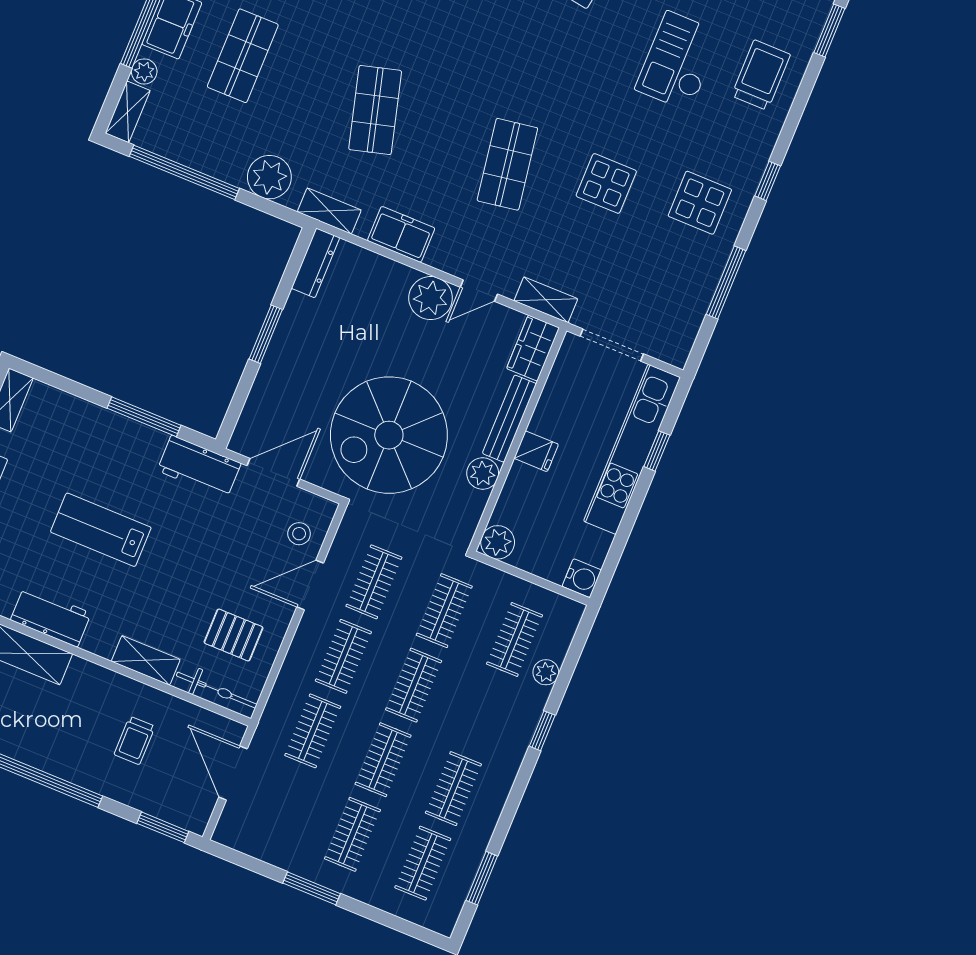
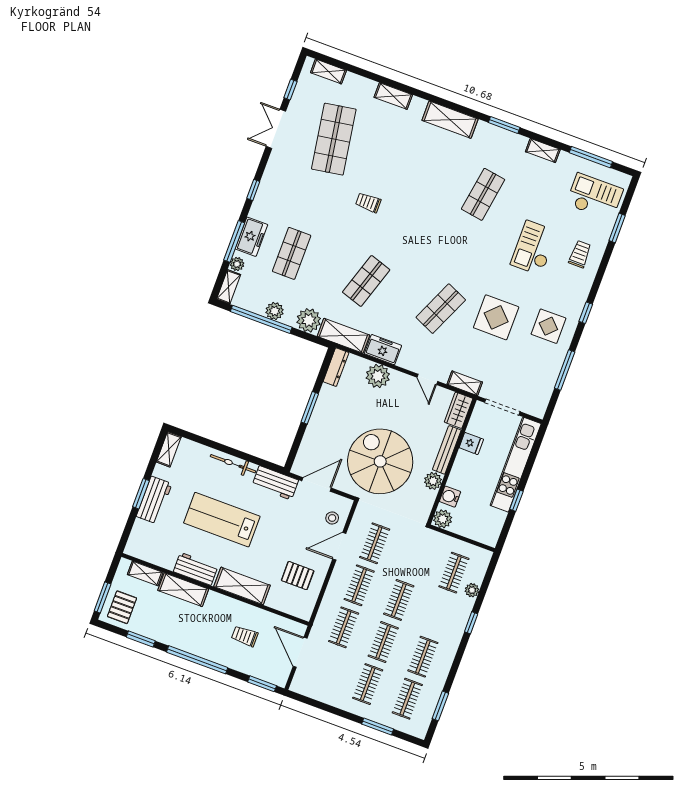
trolley: (761, 75) -> (580, 254), width x0.73, depth x0.72
shop shelf: (375, 110) -> (366, 281), turned 33
plant: (209, 158) -> (275, 311), added
shop shelf: (507, 164) -> (441, 309), turned 33
display table: (606, 183) -> (496, 317), width x1.36, depth x1.36
shelving: (329, 211) -> (343, 336), width x1.50, depth x1.33
door: (479, 291) -> (427, 379), hinge flipped
plant: (431, 298) -> (378, 376), moved
window: (144, 417) -> (244, 456), removed
spiral stairs: (389, 435) -> (380, 461), turned 90
fridge: (536, 451) -> (471, 443), moved
window: (657, 451) -> (516, 500), moved
lab bench: (101, 530) -> (222, 520), width x1.36, depth x1.39
water cooler: (582, 578) -> (450, 497), moved, turned 180
clothes rail: (444, 611) -> (414, 558), removed
shelving: (146, 660) -> (242, 586), width x1.50, depth x1.33
bicycle: (217, 690) -> (233, 464), moved, turned 180
trolley: (135, 740) -> (245, 636), turned 90
window: (312, 888) -> (378, 727), moved

